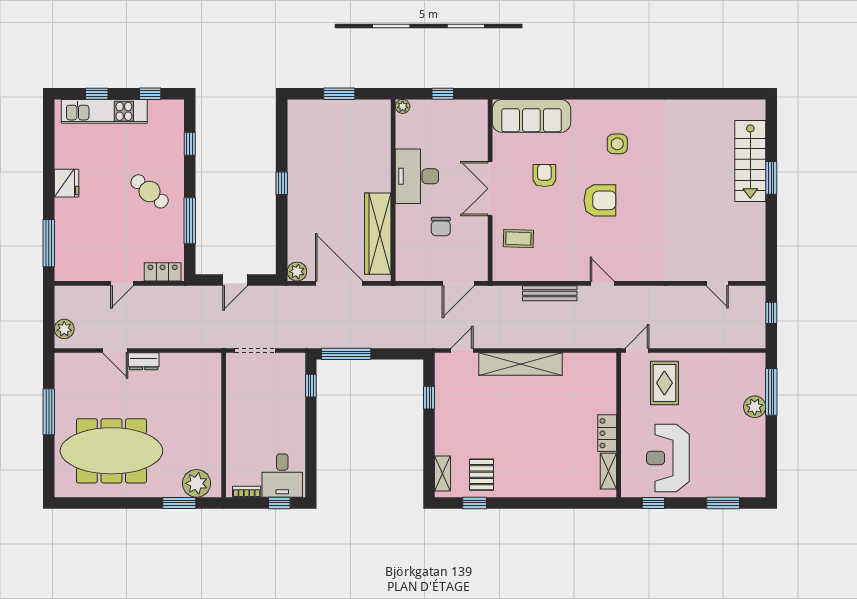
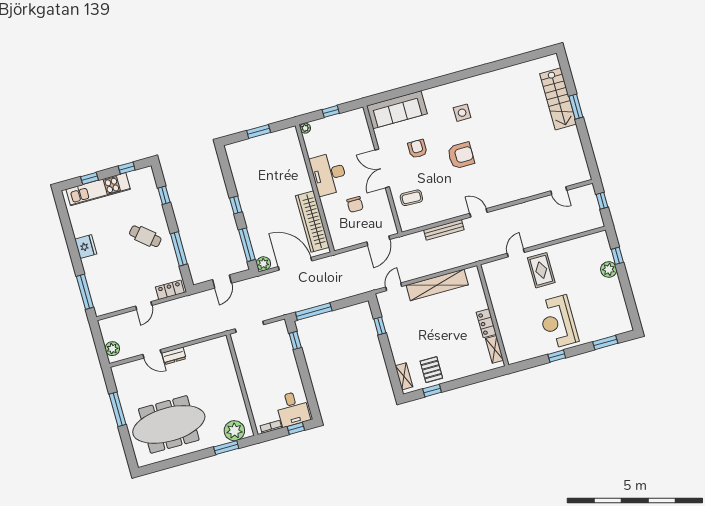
window: (282, 240) -> (247, 245), added
window: (771, 392) -> (617, 256), width x0.46
wall: (619, 425) -> (493, 315), moved
locker: (607, 433) -> (486, 323), moved
shelving: (608, 471) -> (494, 349), moved

